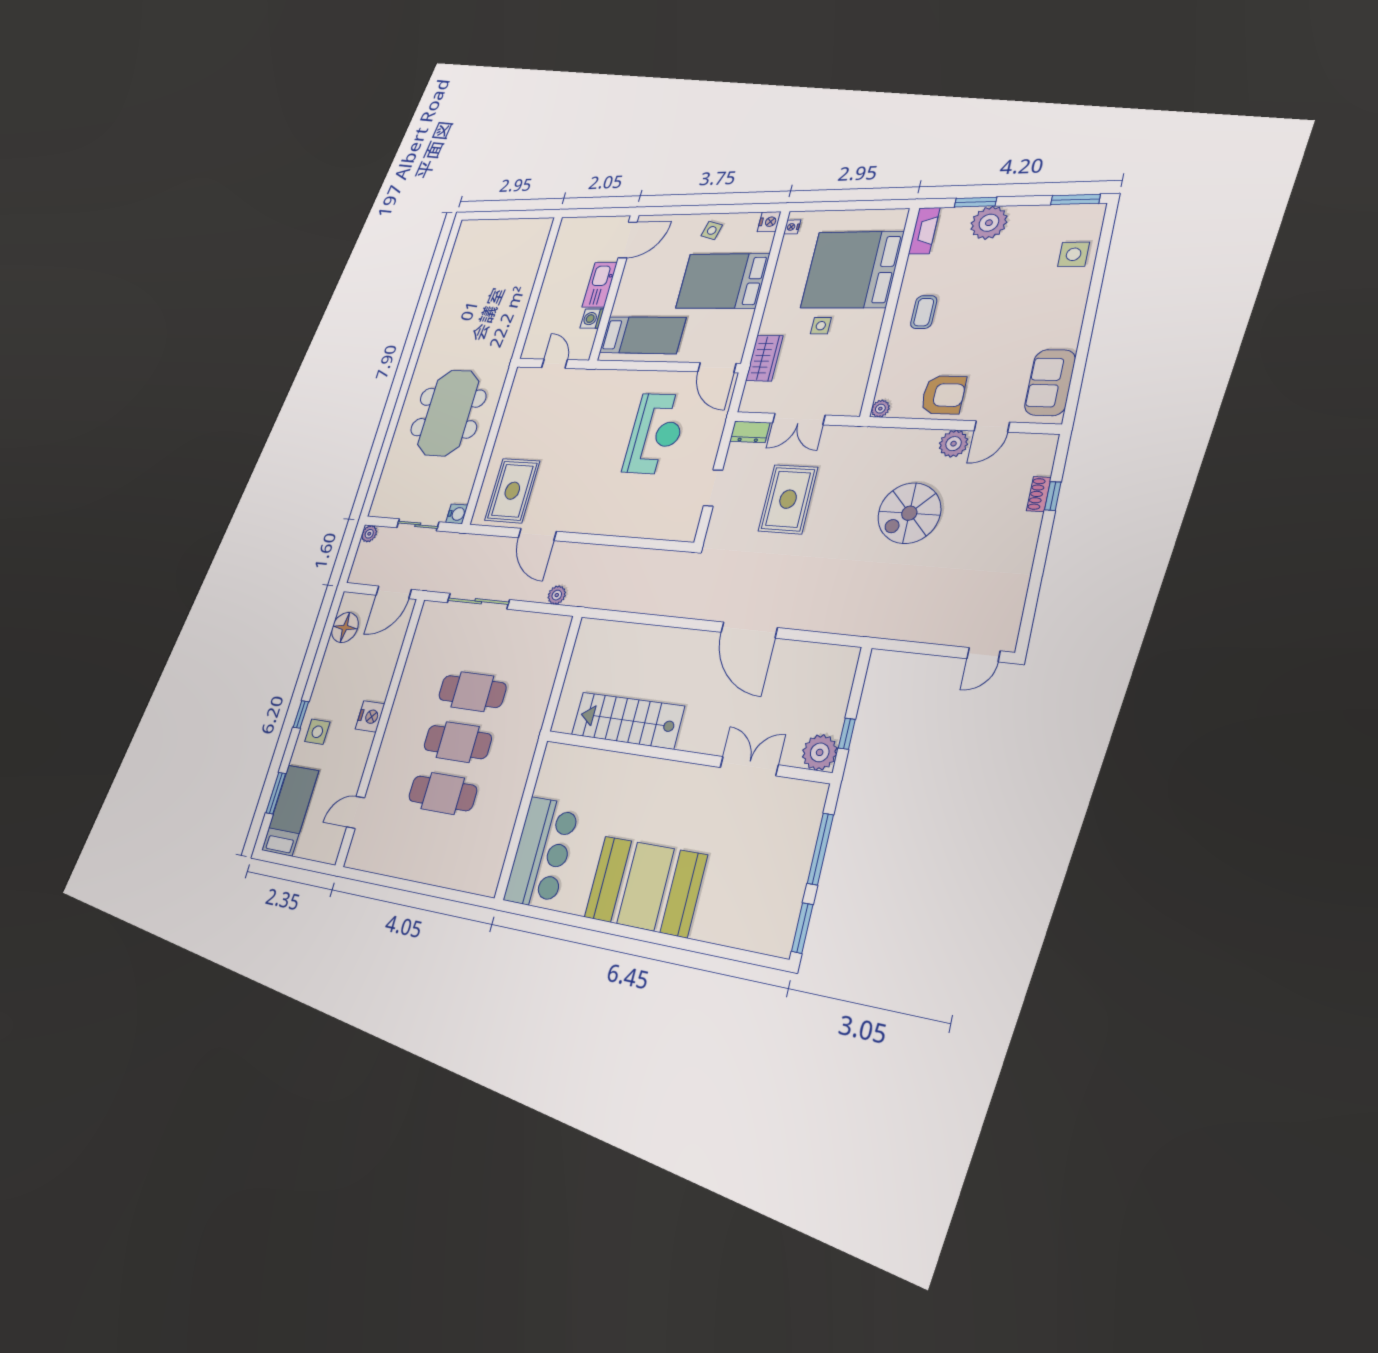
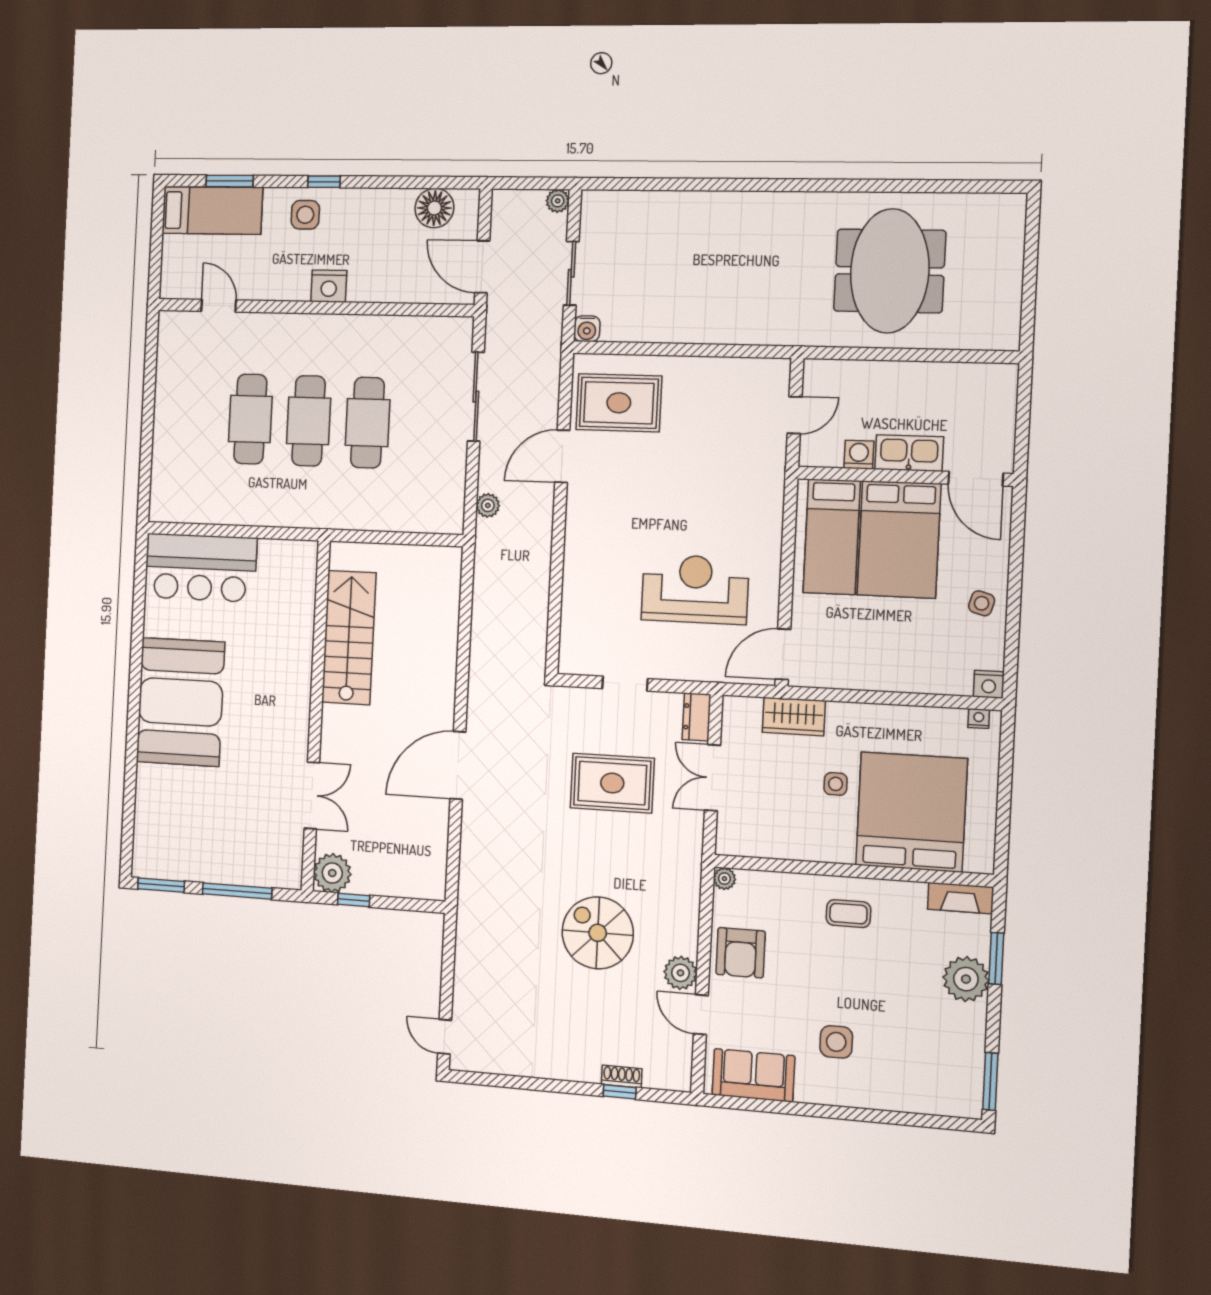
side table: (1074, 254) -> (836, 1042), moved
bed: (723, 281) -> (899, 539), moved, turned 180
meeting table: (448, 413) -> (890, 271), moved, turned 90
reception desk: (656, 434) -> (695, 589), turned 180

